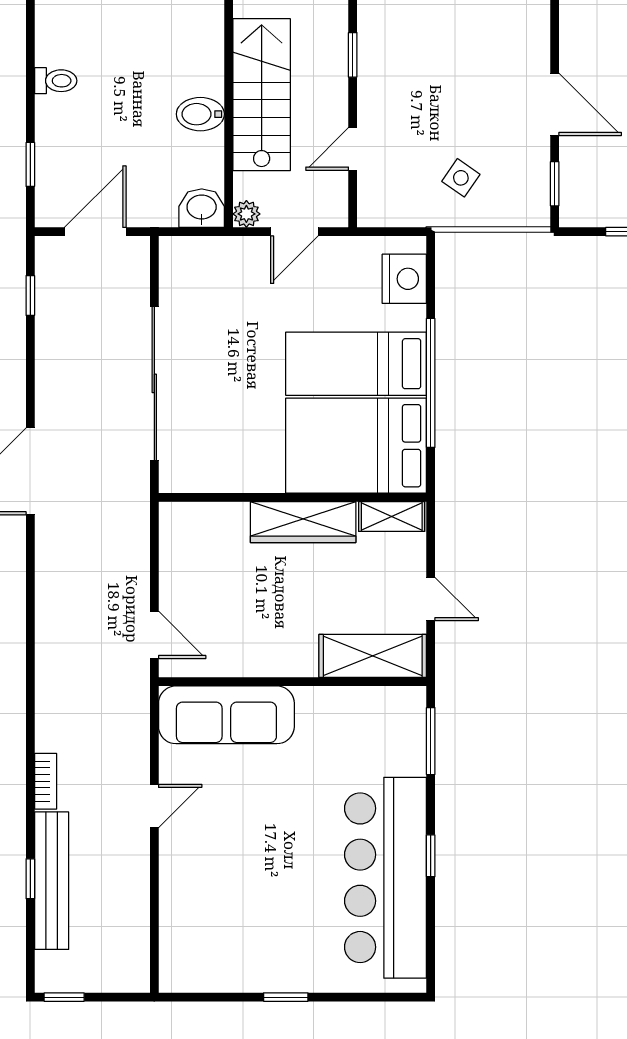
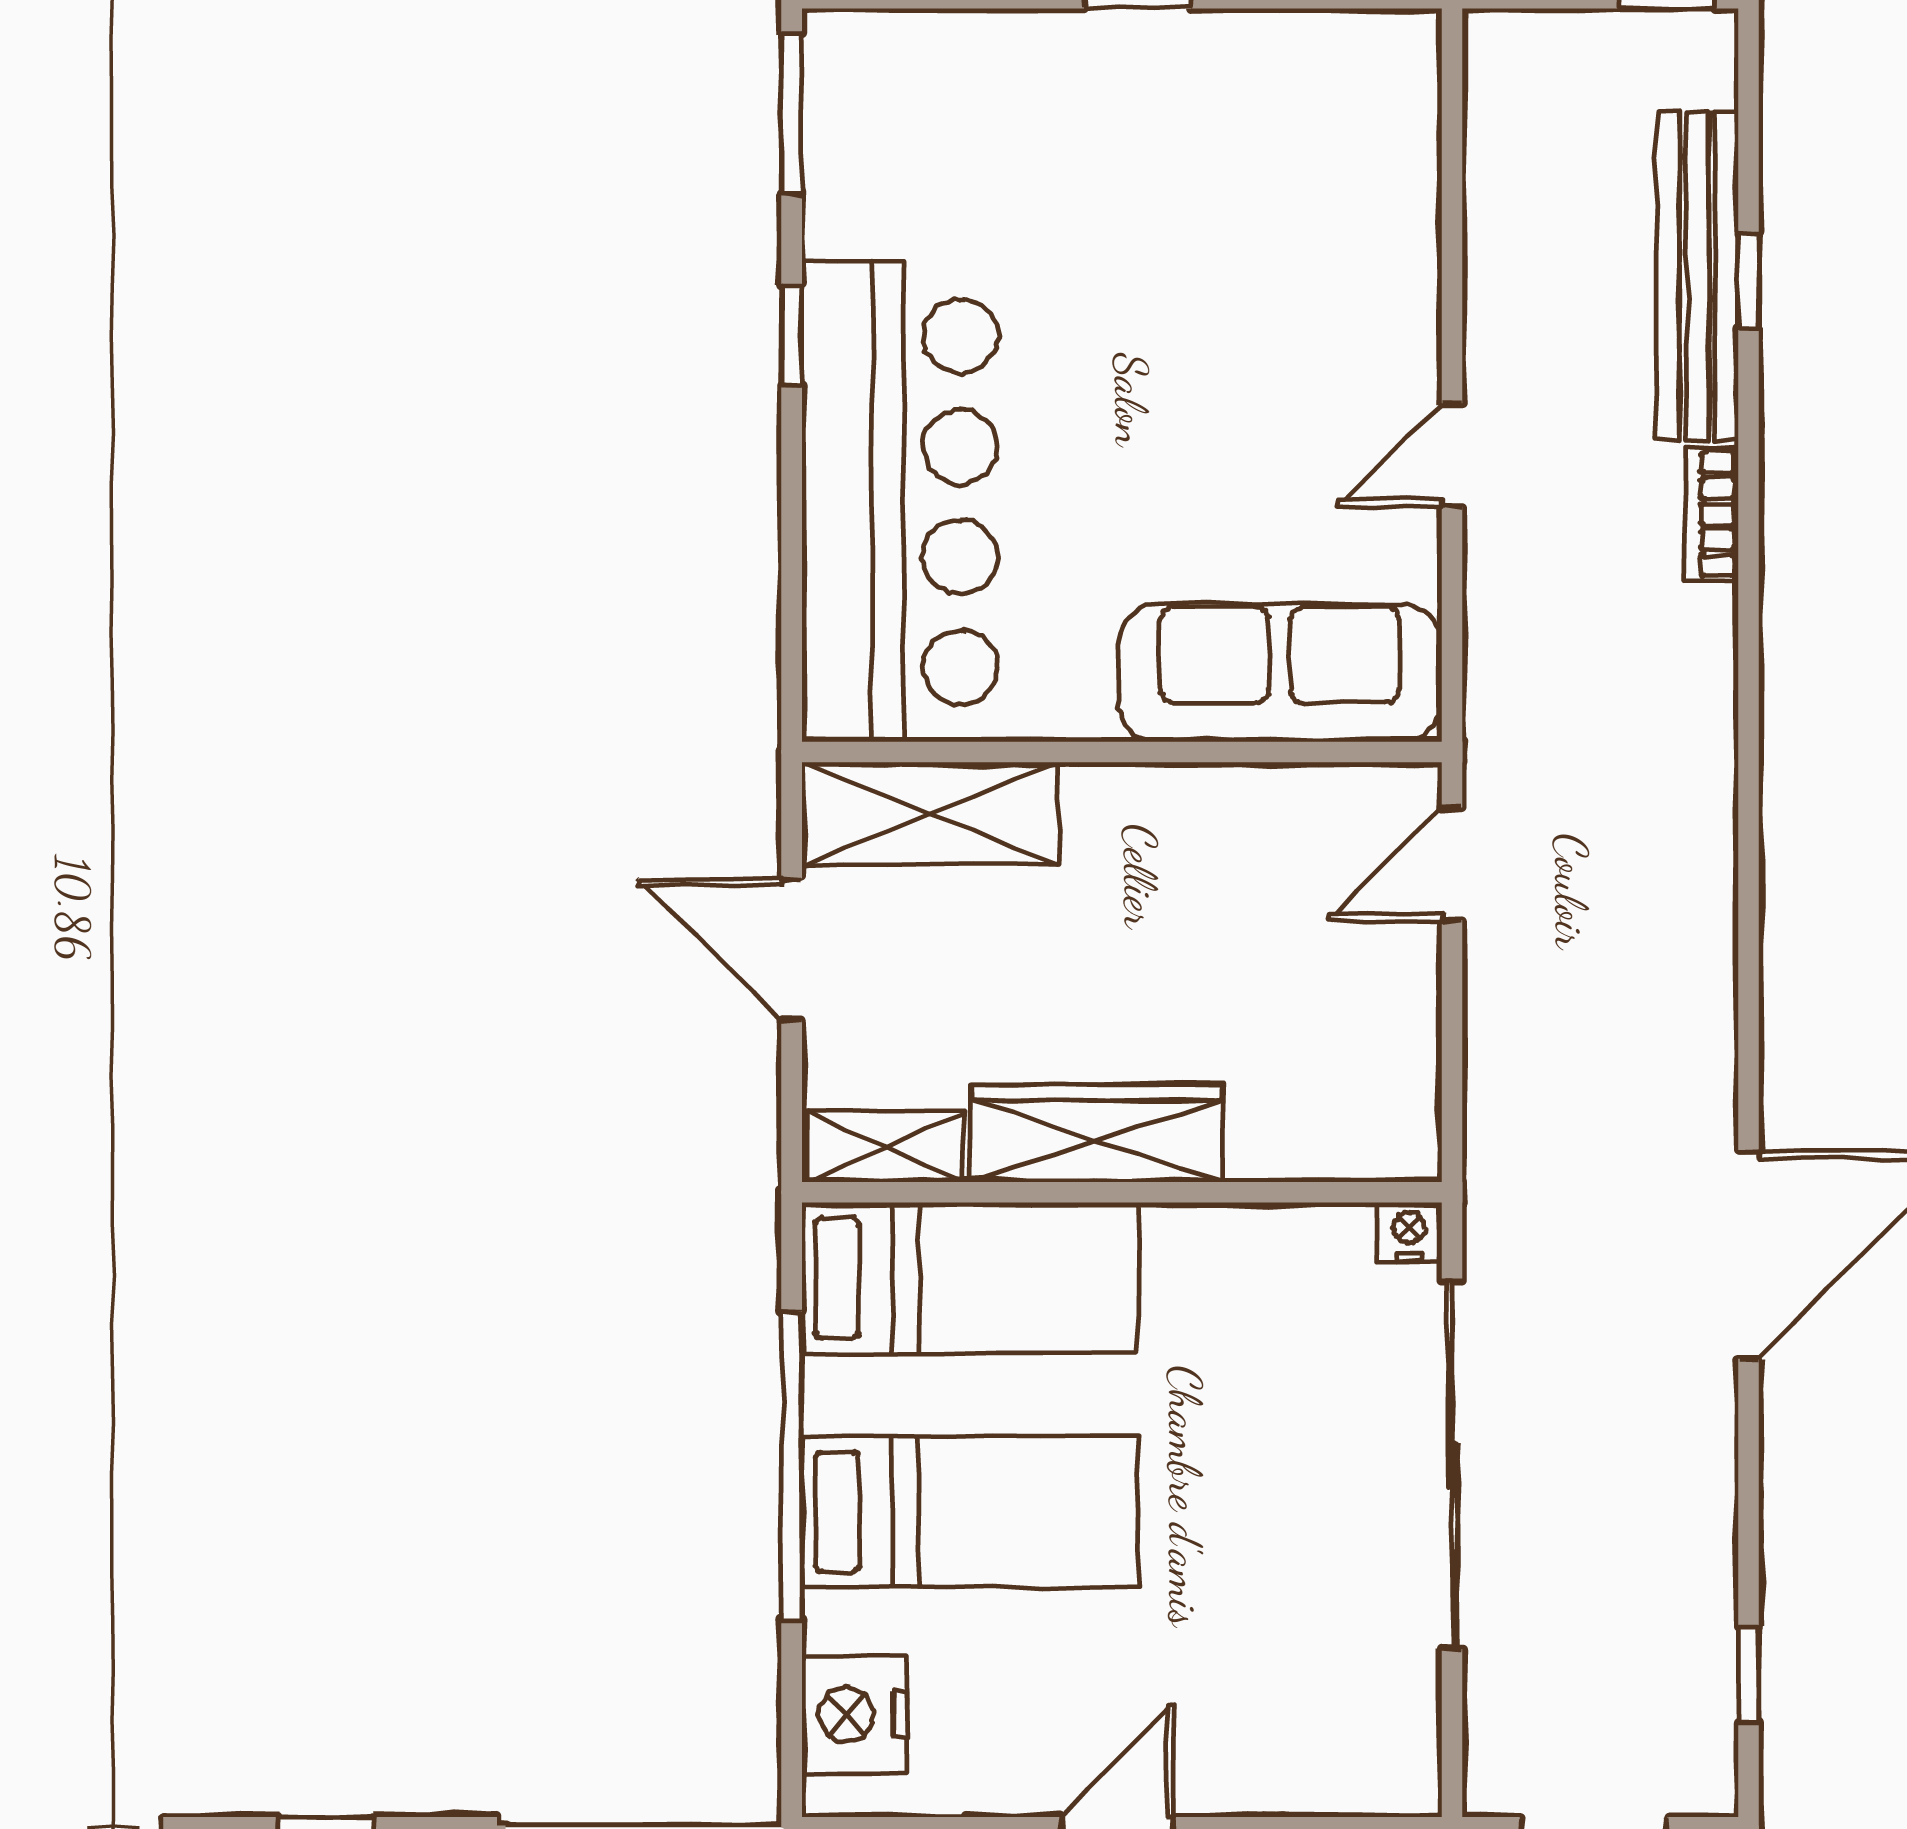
bed: (356, 446) -> (970, 1278), width x0.67
nightstand: (172, 481) -> (1409, 1232), added
door: (431, 599) -> (792, 950), width x1.37
door: (154, 635) -> (1452, 864), hinge flipped
window: (431, 741) -> (792, 114), moved
bar counter: (385, 878) -> (900, 502), moved

